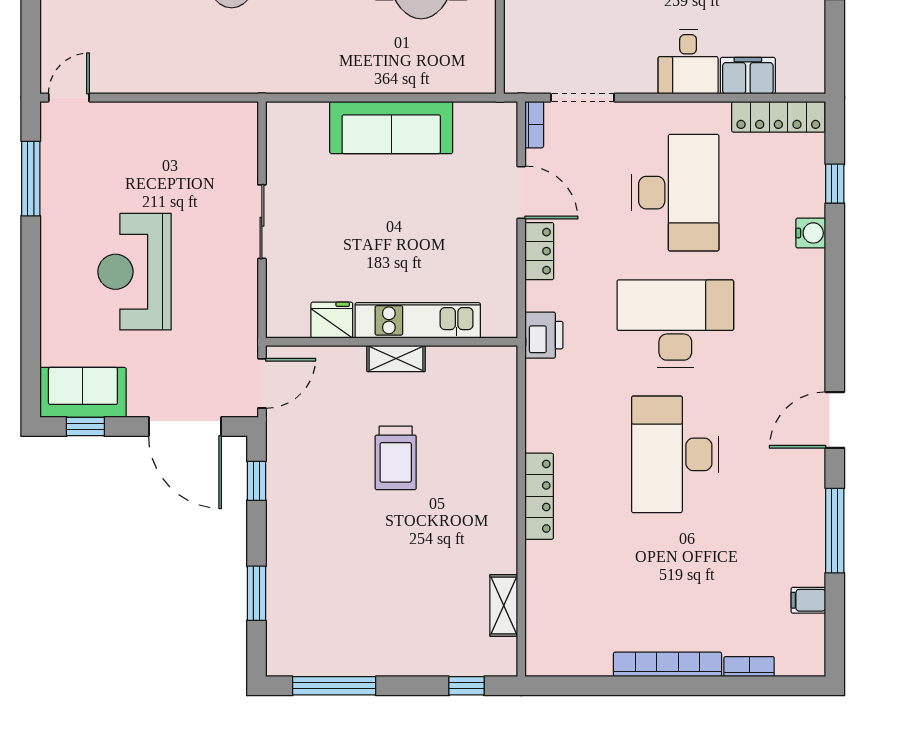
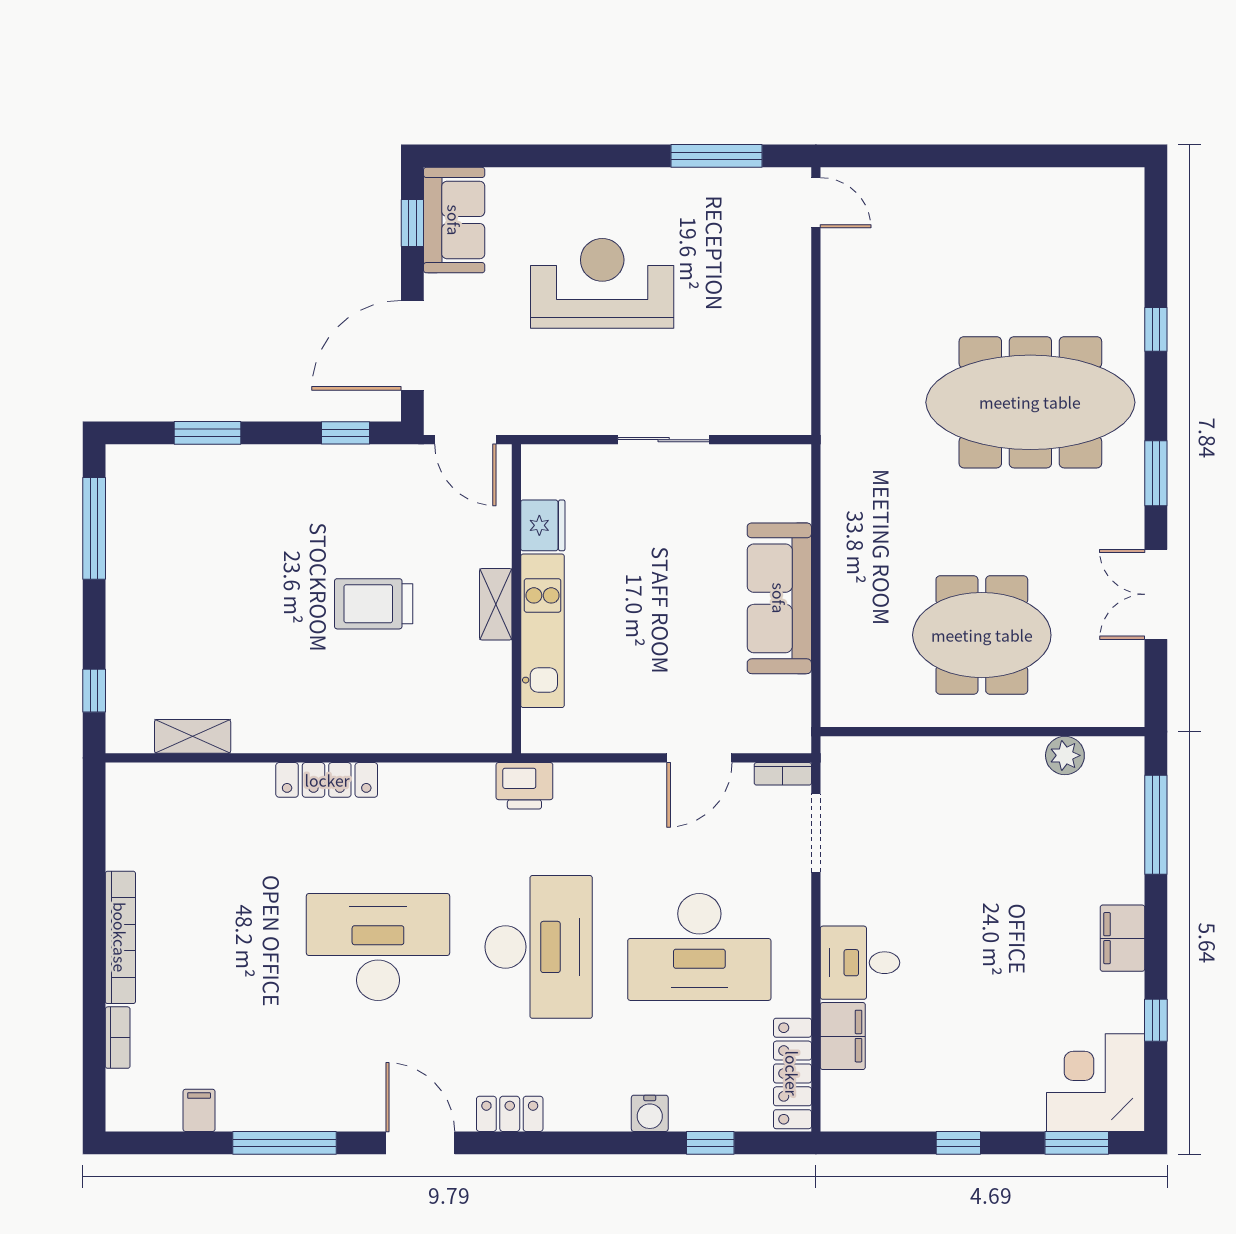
locker: (539, 251) -> (510, 1114), moved, turned 180

